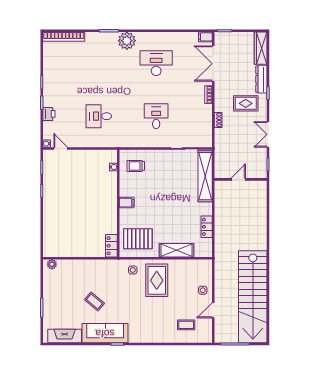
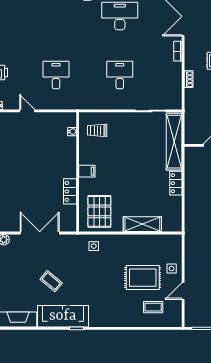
desk: (99, 116) -> (56, 75), turned 90
door: (61, 149) -> (27, 111), moved
locker: (207, 227) -> (176, 183), moved
pallet: (138, 239) -> (99, 211), turned 90
locker: (111, 246) -> (70, 191), moved
double door: (84, 258) -> (40, 233), added
rug: (157, 280) -> (143, 278), moved, turned 90

